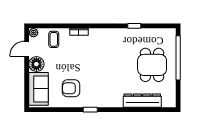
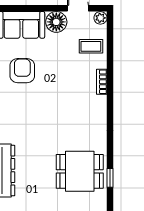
window: (134, 26) -> (110, 178), moved
dining table: (152, 65) -> (80, 171), moved

